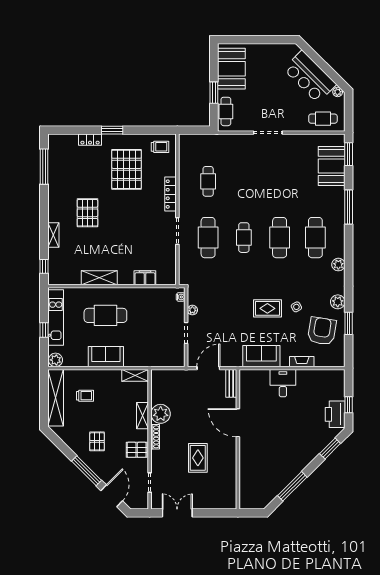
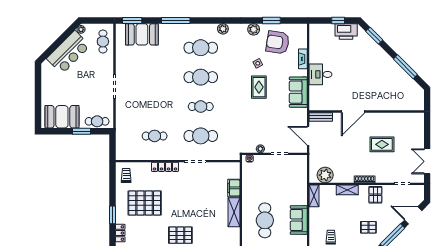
shelving: (99, 278) -> (234, 212), moved
plant: (161, 414) -> (325, 175), moved

